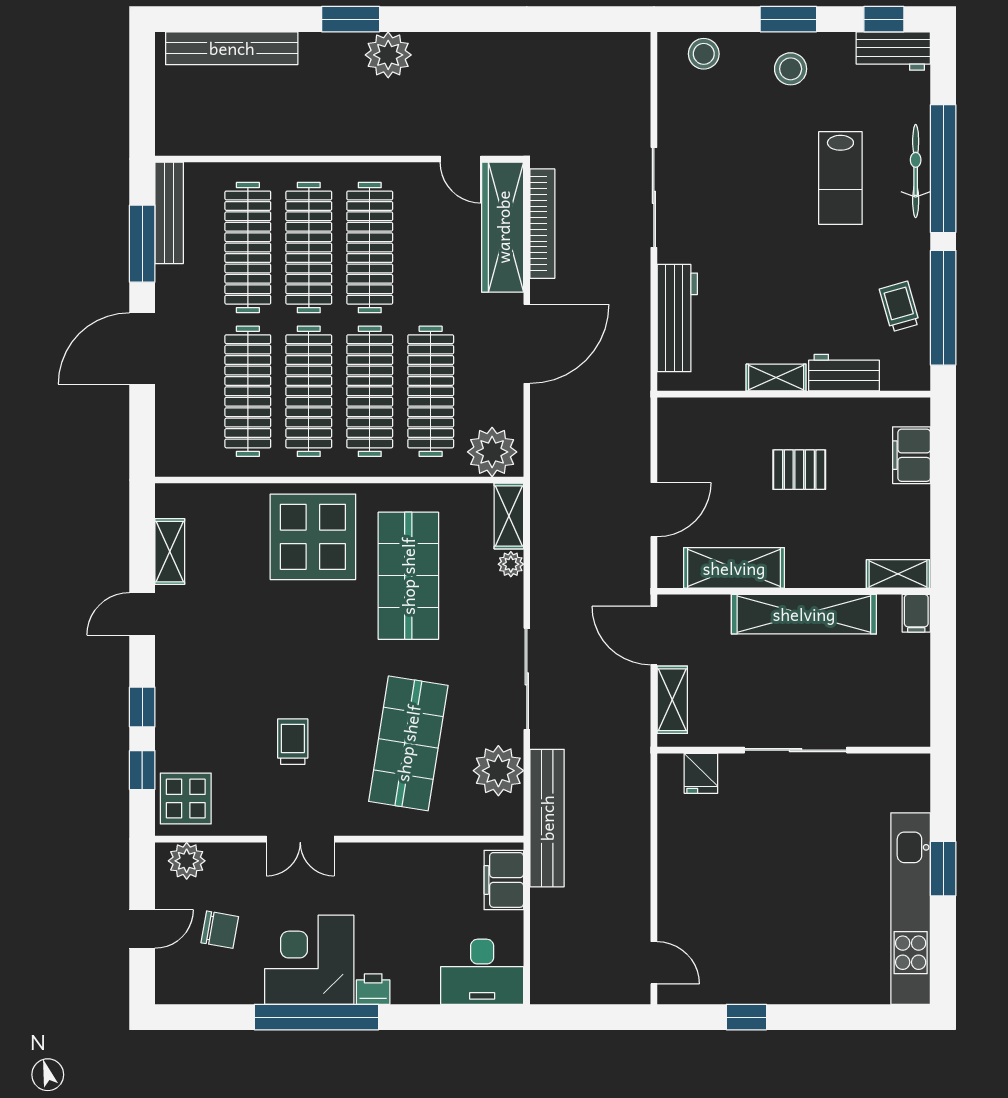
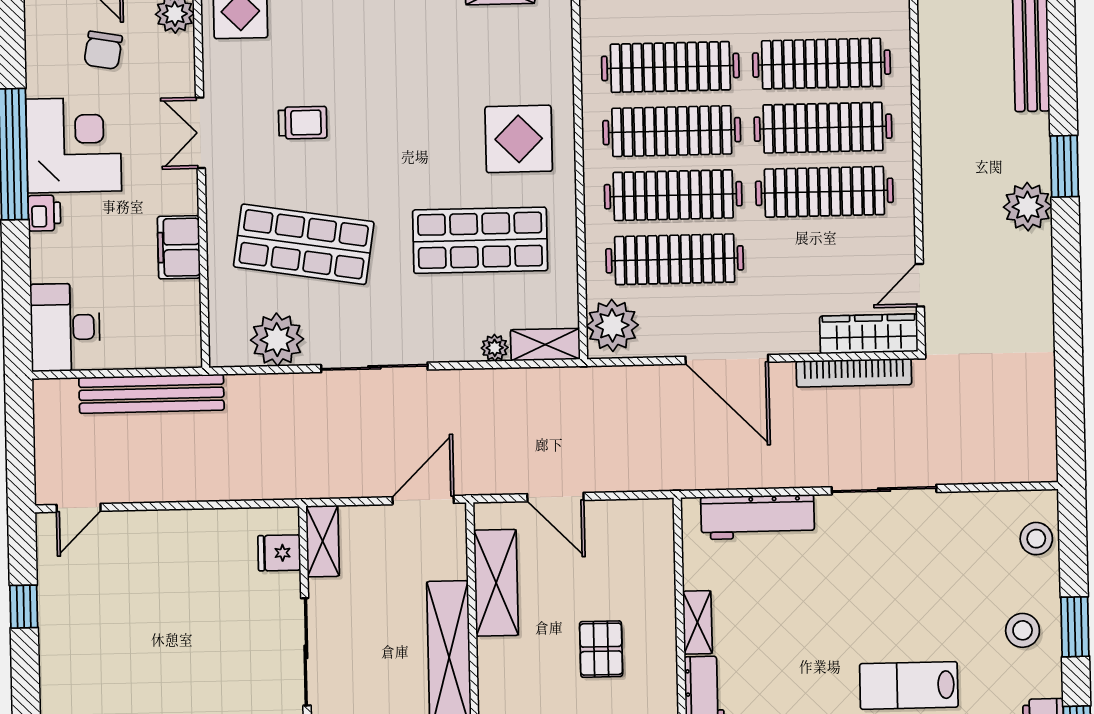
wardrobe: (503, 227) -> (869, 334), width x0.71, depth x0.85
display table: (313, 537) -> (519, 139), width x0.73, depth x0.73
shelving: (672, 700) -> (323, 541), moved, turned 90
bench: (547, 818) -> (151, 394), moved
filing cabinet: (504, 880) -> (179, 247), moved, turned -90

